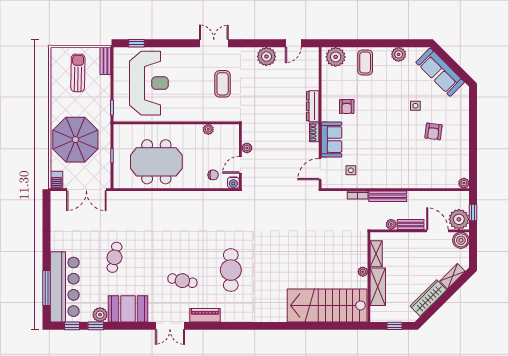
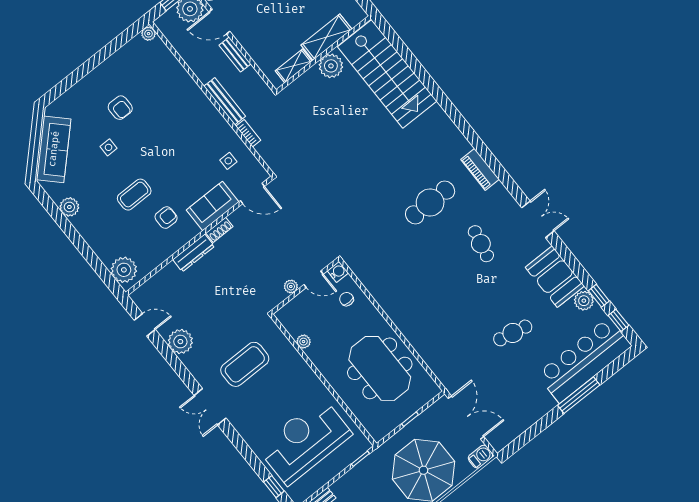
coffee table: (365, 63) -> (134, 195), moved
coffee table: (223, 84) -> (245, 364), width x1.36, depth x1.32
armchair: (433, 131) -> (120, 108), turned 83
plant: (391, 224) -> (251, 75), removed
door: (437, 231) -> (219, 22), hinge flipped
plant: (363, 272) -> (331, 66), width x1.87, depth x1.87
window: (46, 288) -> (579, 395), moved
piano: (205, 315) -> (480, 169), moved

